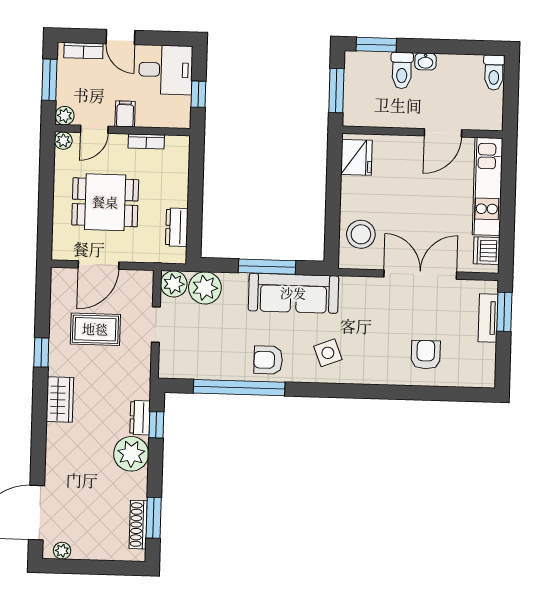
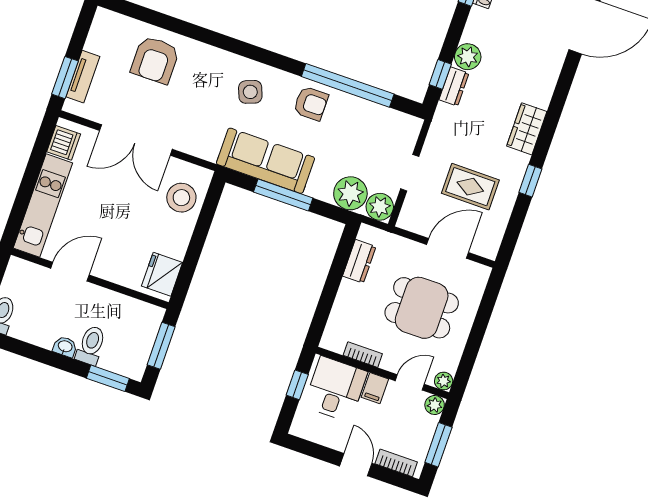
desk: (166, 70) -> (335, 389), moved, turned 90
armchair: (426, 355) -> (155, 60), width x1.38, depth x1.38
plant: (131, 454) -> (468, 57), width x0.73, depth x0.73

